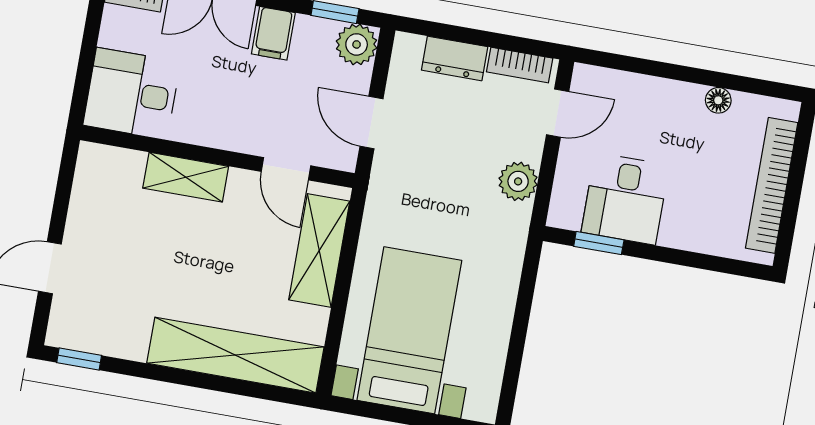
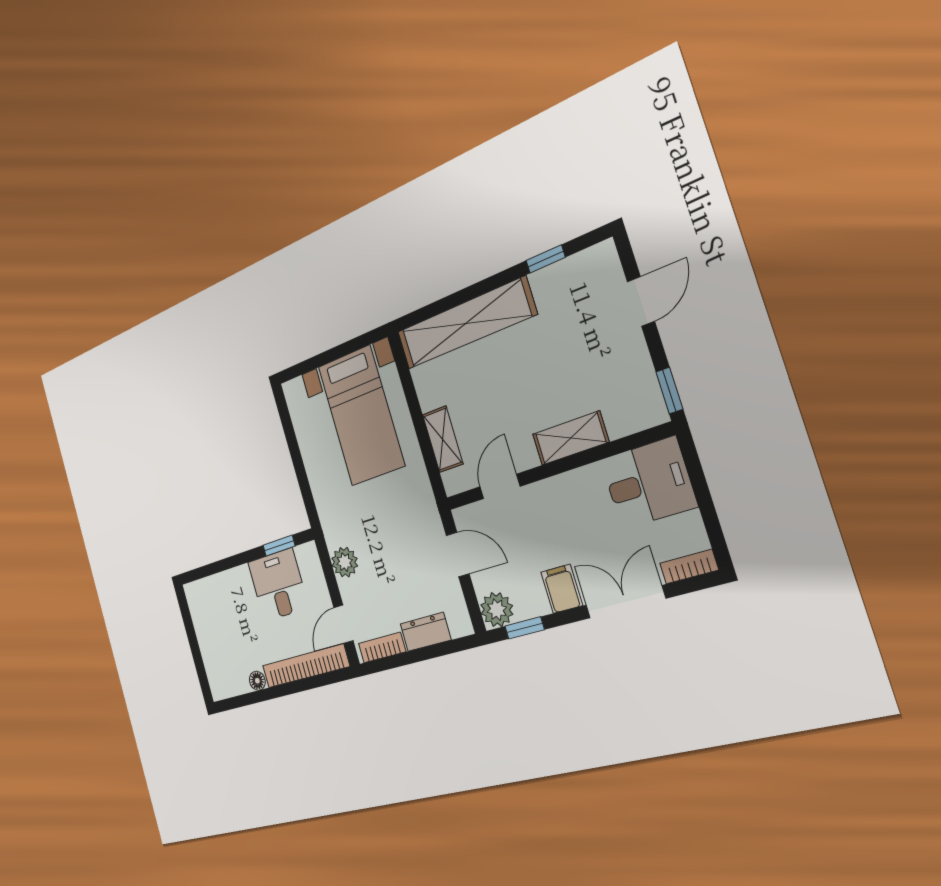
window: (67, 169) -> (669, 391), added
door: (286, 169) -> (500, 486), hinge flipped
bookcase: (772, 185) -> (305, 666), moved, turned -90
shelving: (319, 250) -> (443, 439), width x0.67, depth x0.75
window: (79, 359) -> (546, 259), moved

